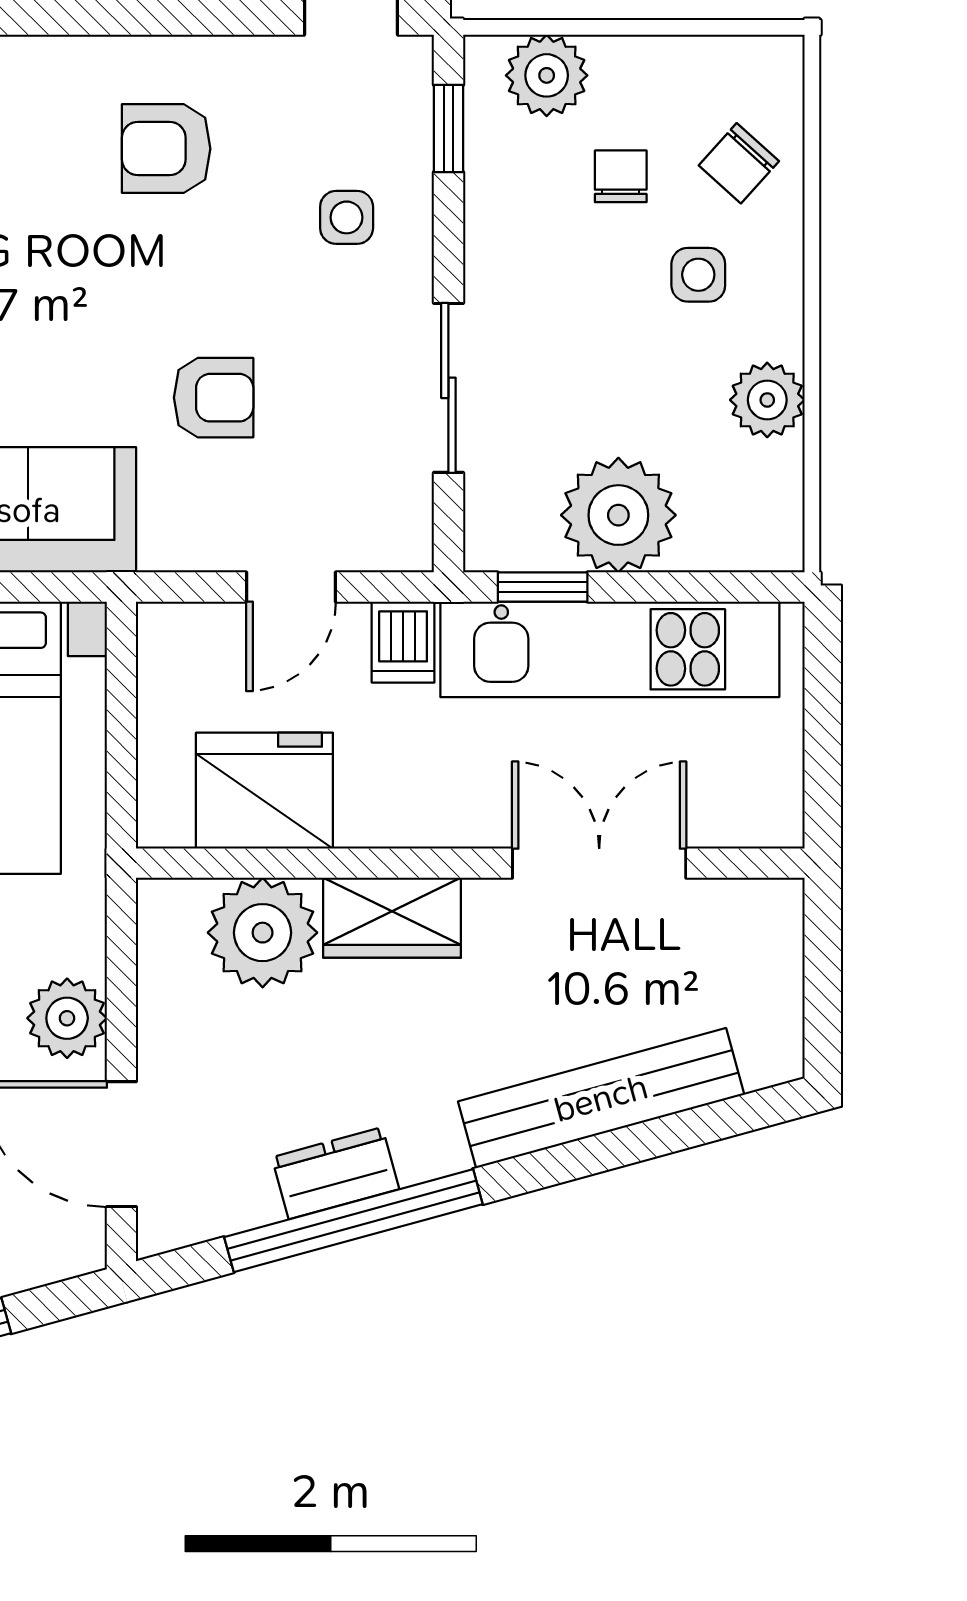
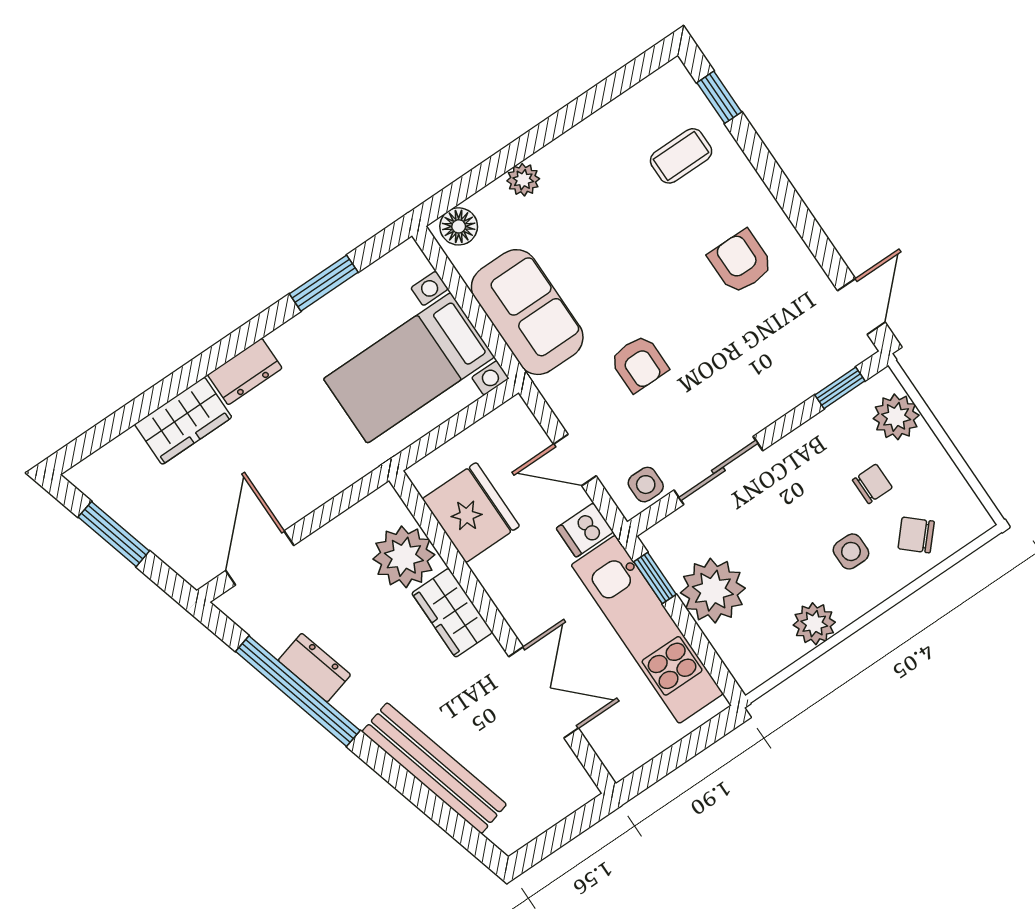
side table: (347, 217) -> (646, 485), moved
plant: (67, 1018) -> (301, 492), removed

